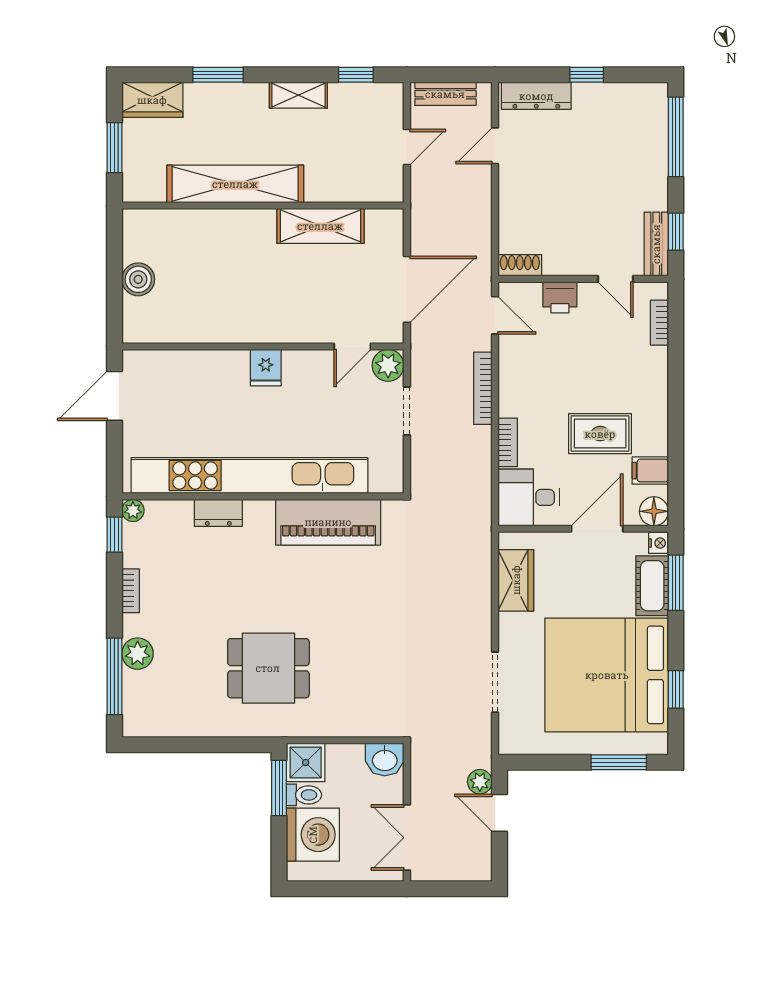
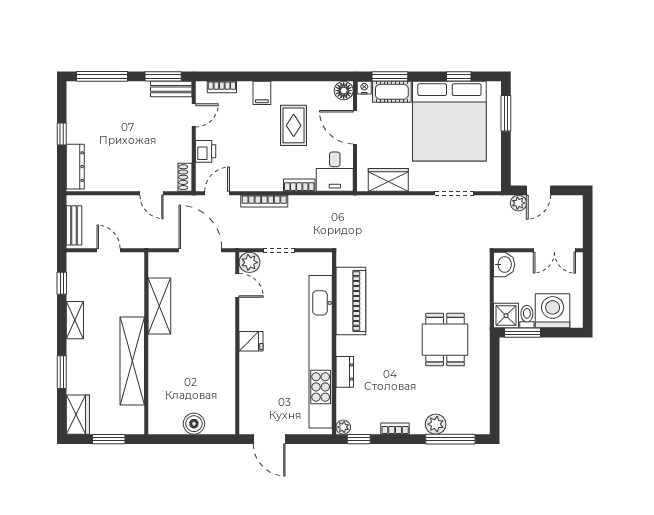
door: (495, 146) -> (152, 193), moved
window: (676, 232) -> (163, 76), width x1.50
filing cabinet: (650, 471) -> (262, 93), moved

